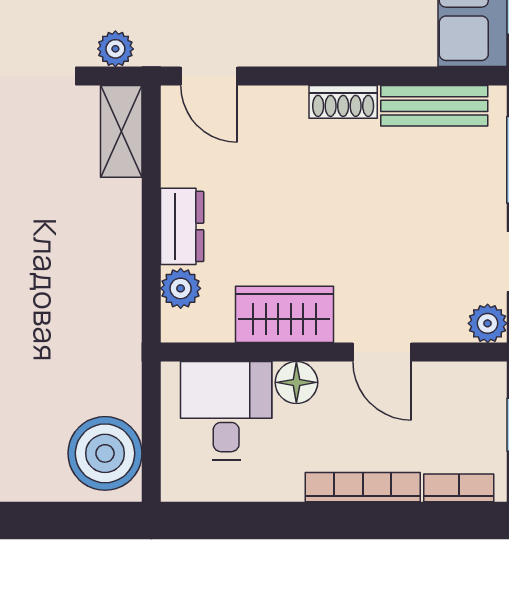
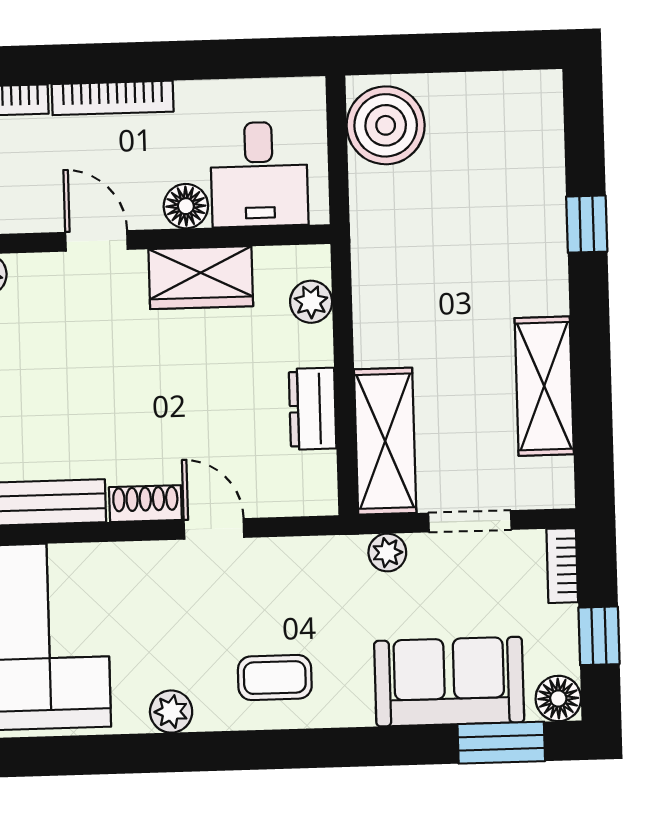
door: (209, 76) -> (214, 529), moved
shelving: (121, 131) -> (385, 441), width x1.50, depth x1.33
dresser: (182, 226) -> (313, 409), moved

